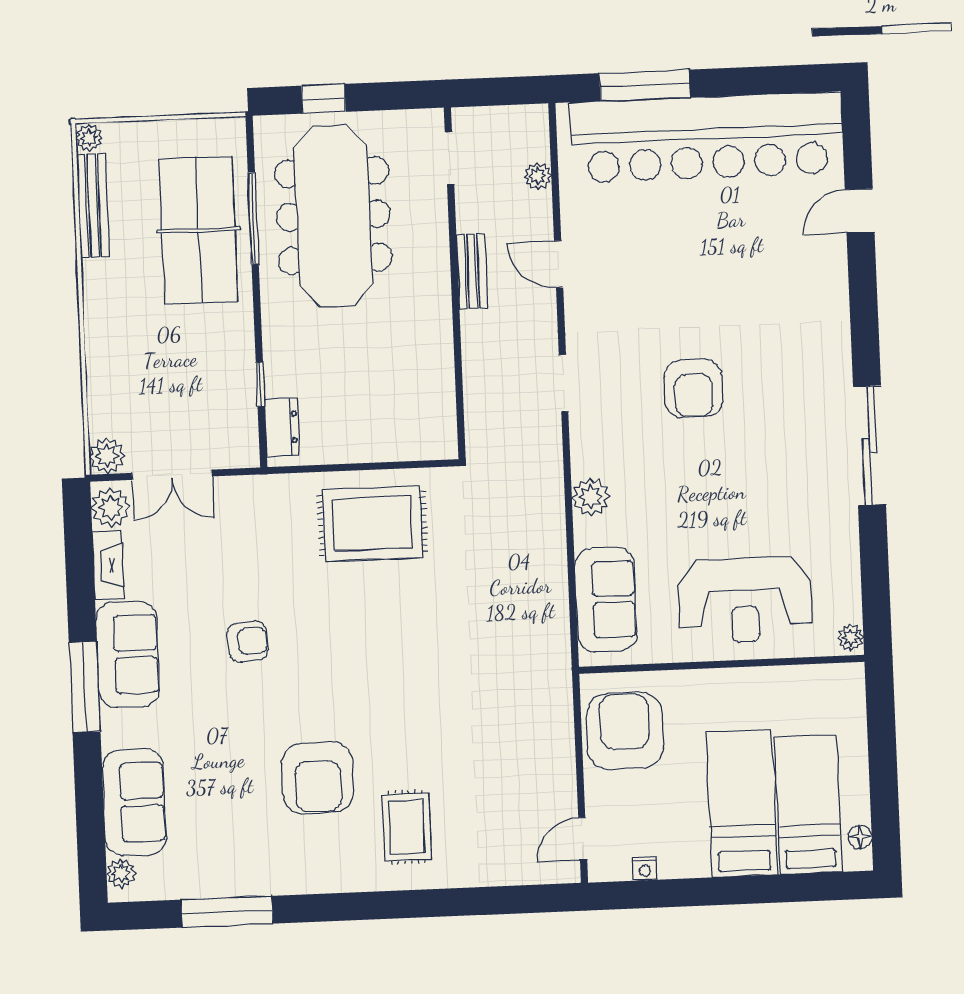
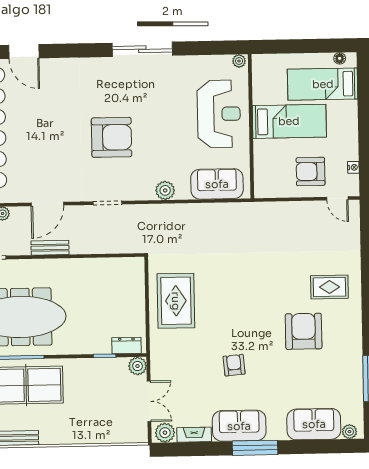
door: (860, 211) -> (24, 52), width x1.37
door: (559, 264) -> (47, 204), width x1.38
armchair: (694, 388) -> (112, 137), width x1.36, depth x1.36
plant: (107, 456) -> (138, 366), moved
armchair: (625, 731) -> (311, 172), moved, width x0.73, depth x0.73
armchair: (318, 778) -> (304, 331), turned -90
bed: (742, 803) -> (289, 121), moved, turned 180

